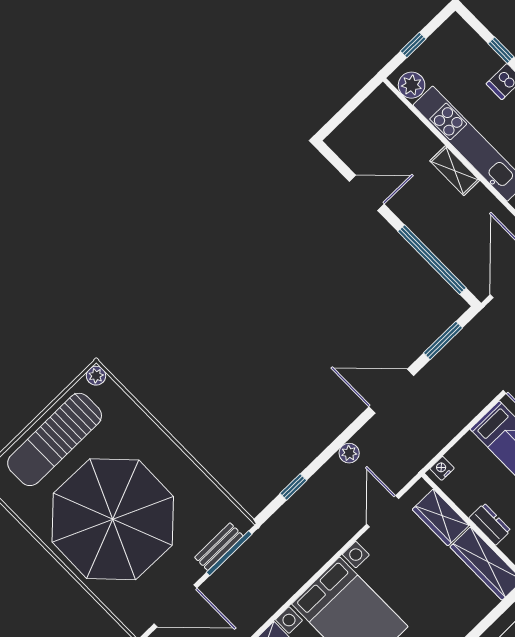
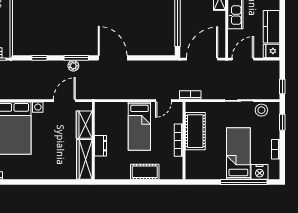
window: (443, 340) -> (76, 58), moved
nightstand: (442, 468) -> (103, 106), removed

